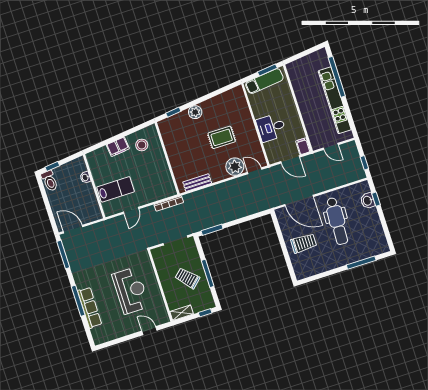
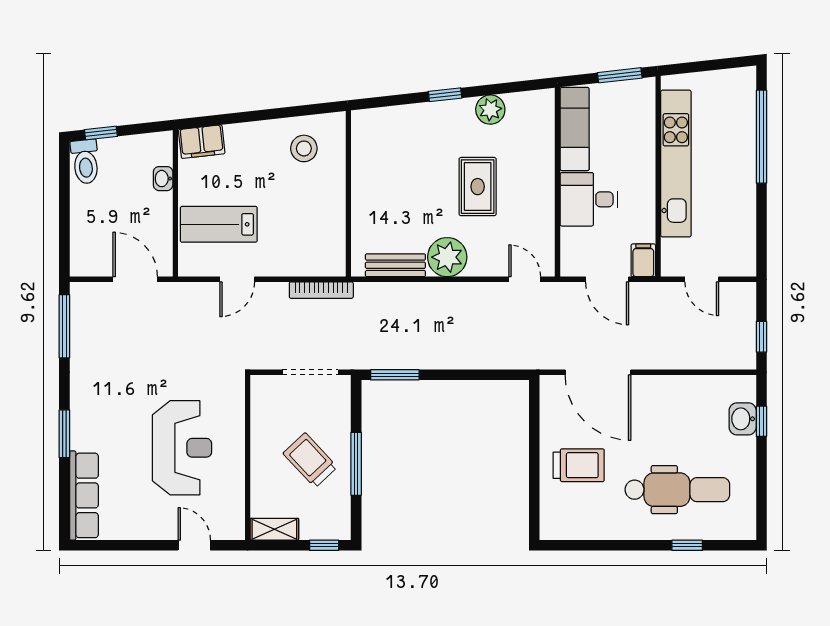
exam couch: (264, 81) -> (575, 129), moved, turned -84
kitchen unit: (335, 100) -> (676, 164), moved, turned 180
window: (173, 112) -> (445, 95), moved
plant: (195, 112) -> (490, 110), moved
rug: (222, 137) -> (478, 187), turned 90
filing cabinet: (118, 147) -> (202, 142), moved
plant: (235, 167) -> (447, 257), moved
lab bench: (116, 189) -> (219, 224), turned 180
dental chair: (337, 221) -> (677, 490), moved, turned -93
door: (73, 229) -> (135, 279), moved
window: (361, 263) -> (687, 545), width x0.46
window: (78, 301) -> (64, 434), width x0.69
row of seats: (90, 308) -> (84, 495), moved

